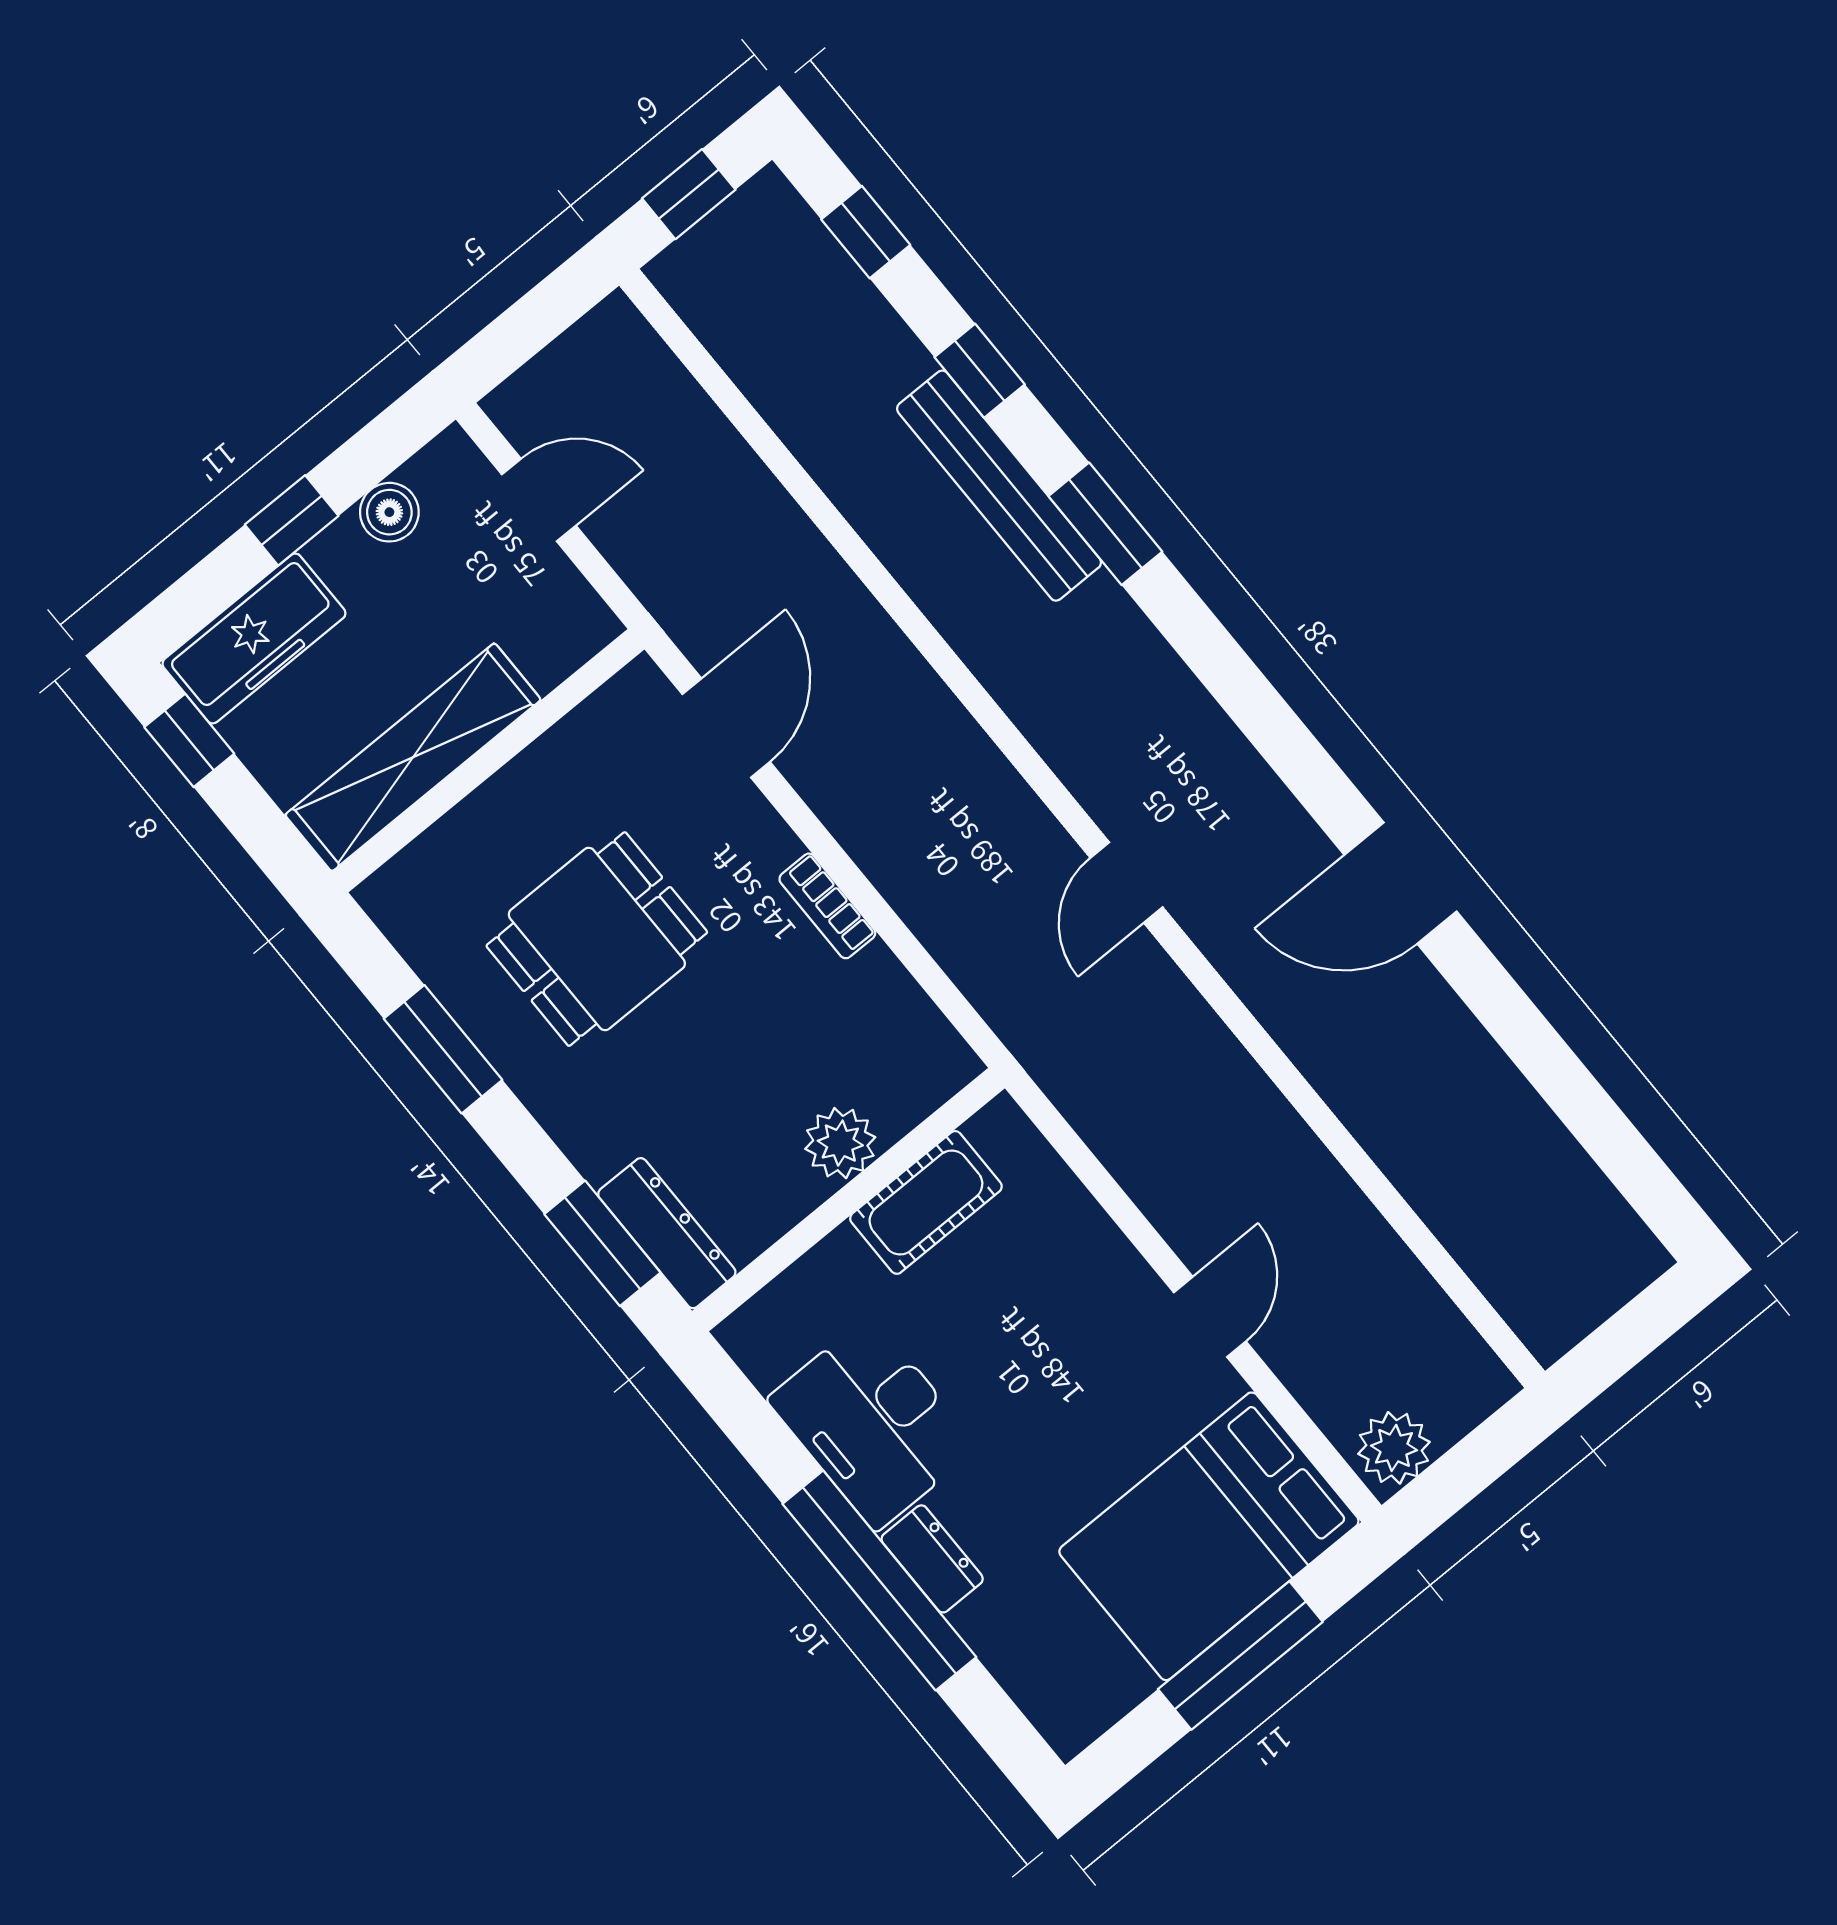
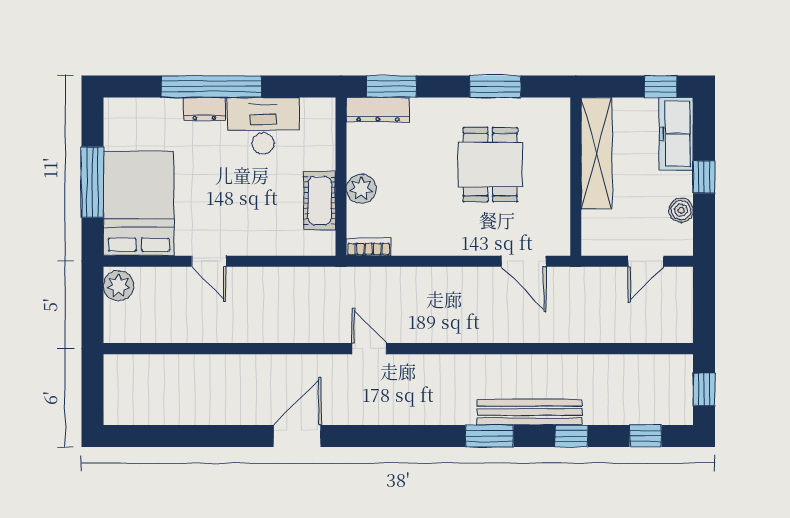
bookcase: (827, 906) -> (369, 247), moved

